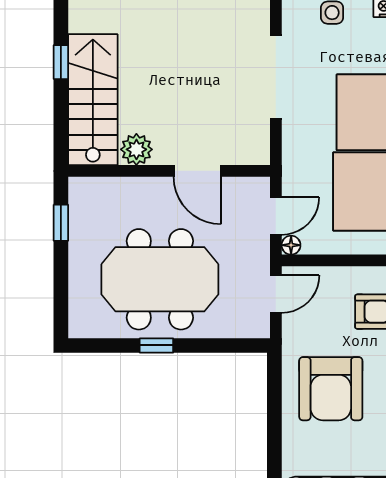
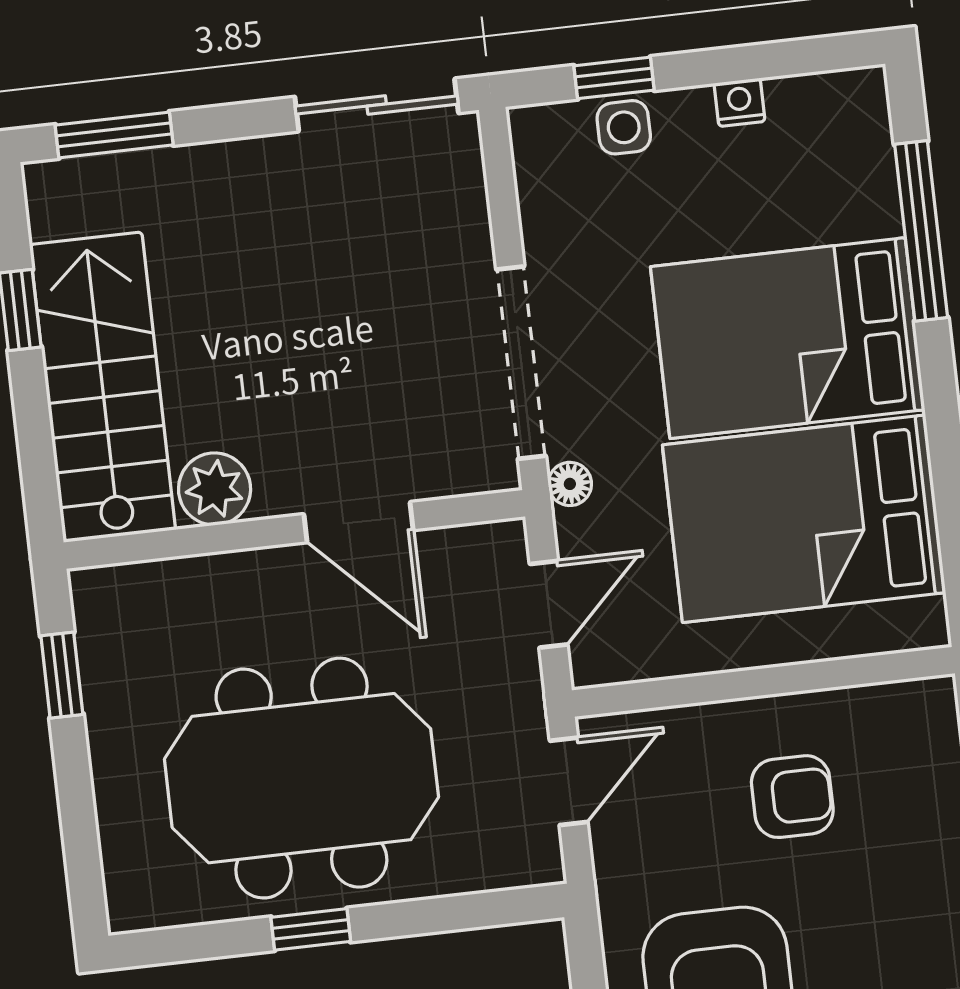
doorway: (276, 77) -> (521, 363), moved
floor lamp: (291, 245) -> (570, 484), moved

